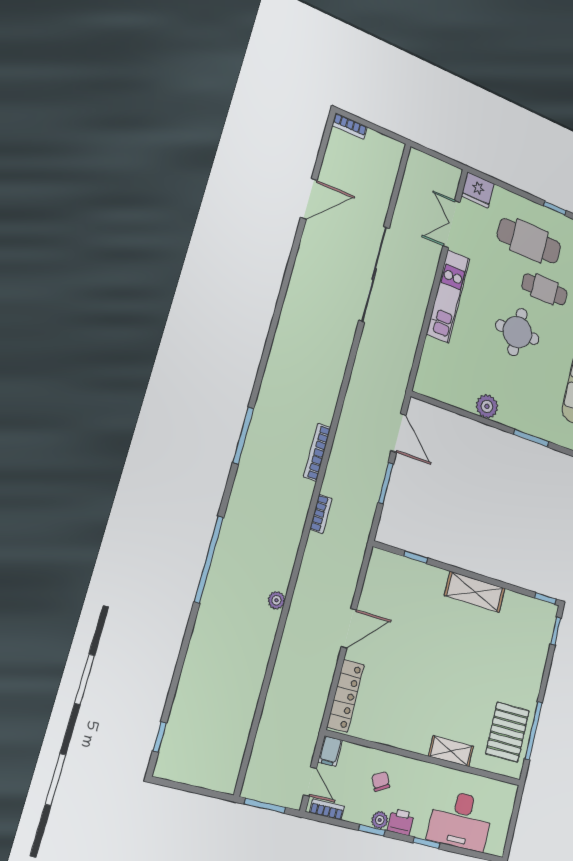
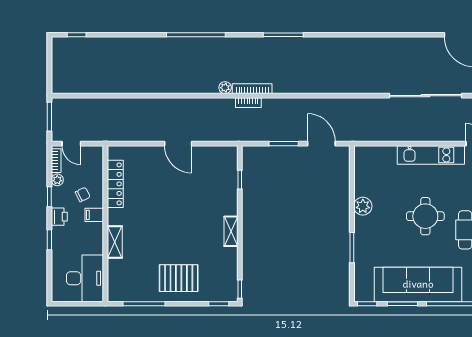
door: (398, 433) -> (321, 144), swing flipped
bookcase: (317, 452) -> (252, 89), moved
shelving: (475, 592) -> (231, 231), width x0.67, depth x0.75
plant: (276, 600) -> (225, 88), moved
locker: (345, 696) -> (115, 184), moved, turned -90
pallet: (507, 732) -> (179, 278), moved
filing cabinet: (330, 751) -> (94, 215), moved
door: (310, 782) -> (71, 144), hinge flipped
plant: (380, 820) -> (57, 180), moved
desk: (461, 820) -> (85, 278), moved, turned 180

